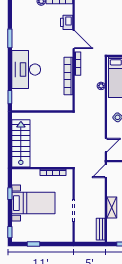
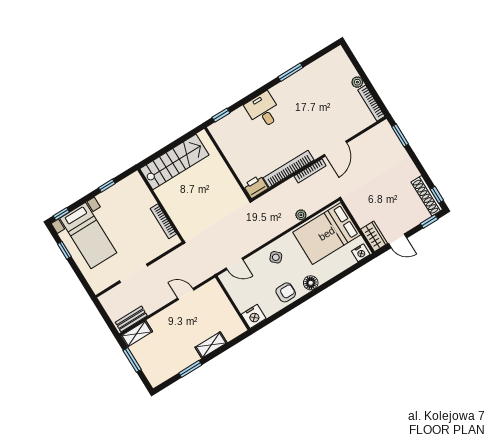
printer: (67, 22) -> (256, 187), moved
desk: (26, 70) -> (263, 110), width x0.53, depth x0.77
door: (106, 171) -> (186, 294), moved
bed with nightstands: (33, 203) -> (88, 236), moved
shelving: (112, 208) -> (137, 334), moved

